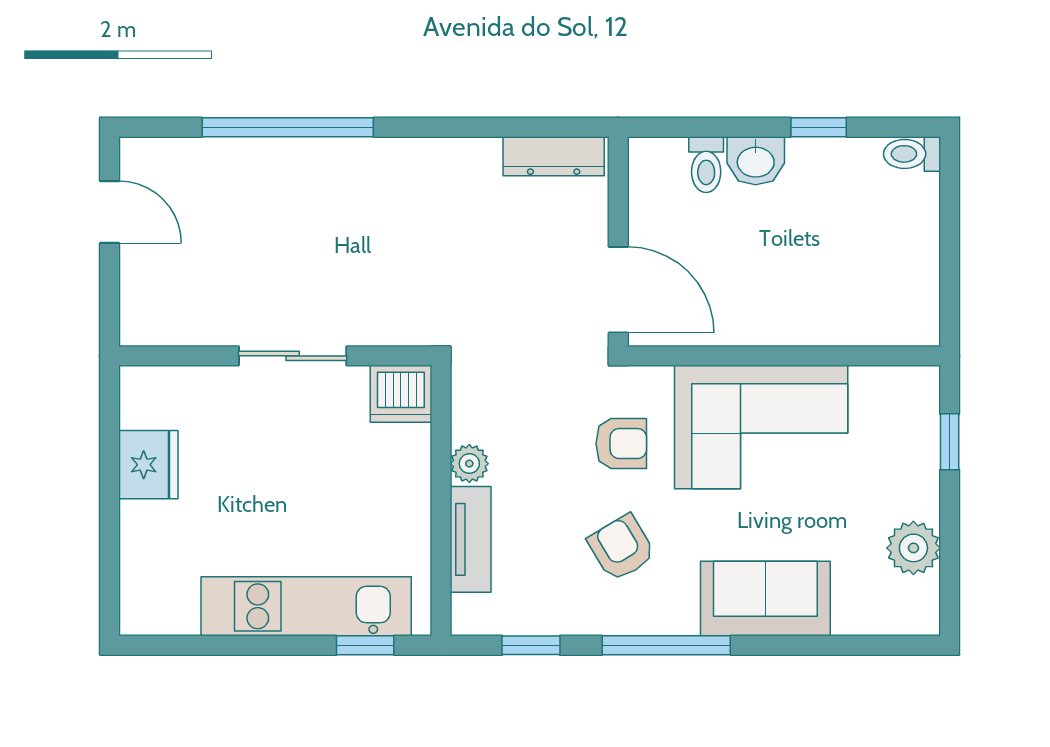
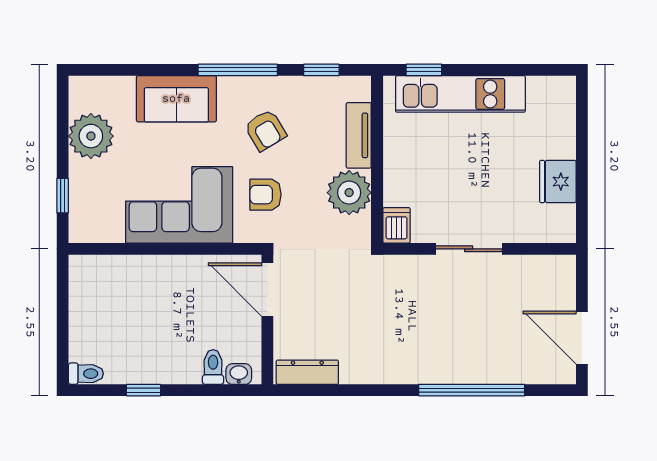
washbasin: (756, 161) -> (239, 374), moved, width x0.72, depth x0.69
door: (110, 212) -> (582, 338), width x1.38
dishwasher: (401, 394) -> (397, 225), width x0.73
plant: (469, 464) -> (349, 193), width x1.88, depth x1.88
plant: (913, 548) -> (91, 136), width x1.36, depth x1.36

